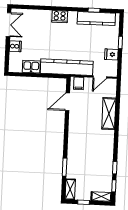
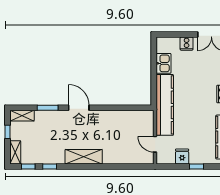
filing cabinet: (79, 83) -> (146, 120), removed
door: (68, 102) -> (79, 108), moved
shelving: (109, 114) -> (84, 157), moved

